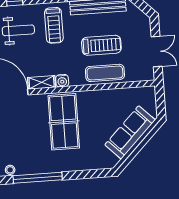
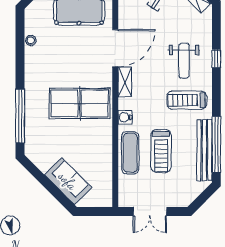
water cooler: (62, 81) -> (125, 117), moved
sofa: (130, 132) -> (68, 181), width x0.73
window: (38, 178) -> (20, 116), moved

